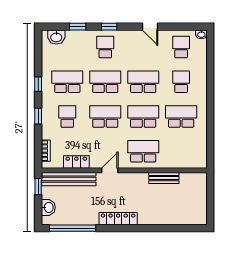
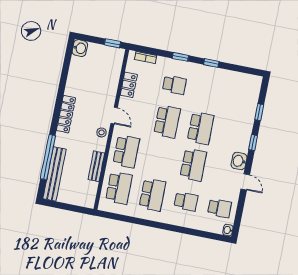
door: (150, 27) -> (245, 182), swing flipped
washbasin: (56, 37) -> (239, 161), moved
school desk: (105, 47) -> (234, 135), removed
school desk: (67, 82) -> (208, 92), removed
school desk: (143, 116) -> (119, 188), moved
bench: (69, 179) -> (55, 174), moved
stool: (129, 180) -> (102, 132), added
washbasin: (48, 207) -> (80, 48), moved, turned -90
window: (73, 228) -> (48, 157), moved

